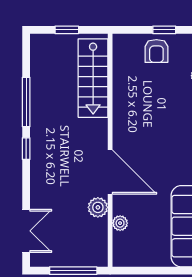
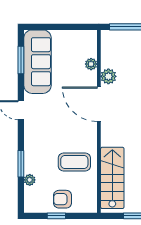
armchair: (156, 51) -> (63, 199), turned -90
coffee table: (141, 98) -> (74, 162), added

